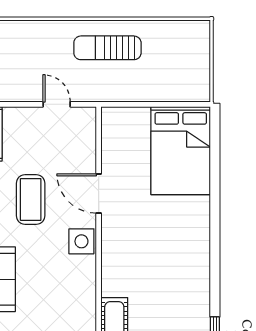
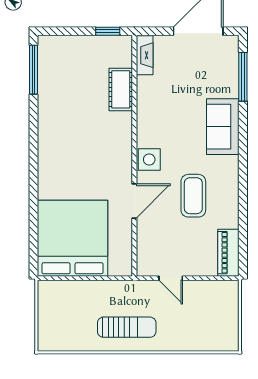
bed: (181, 151) -> (73, 238), width x1.36
door: (99, 193) -> (134, 201), hinge flipped

